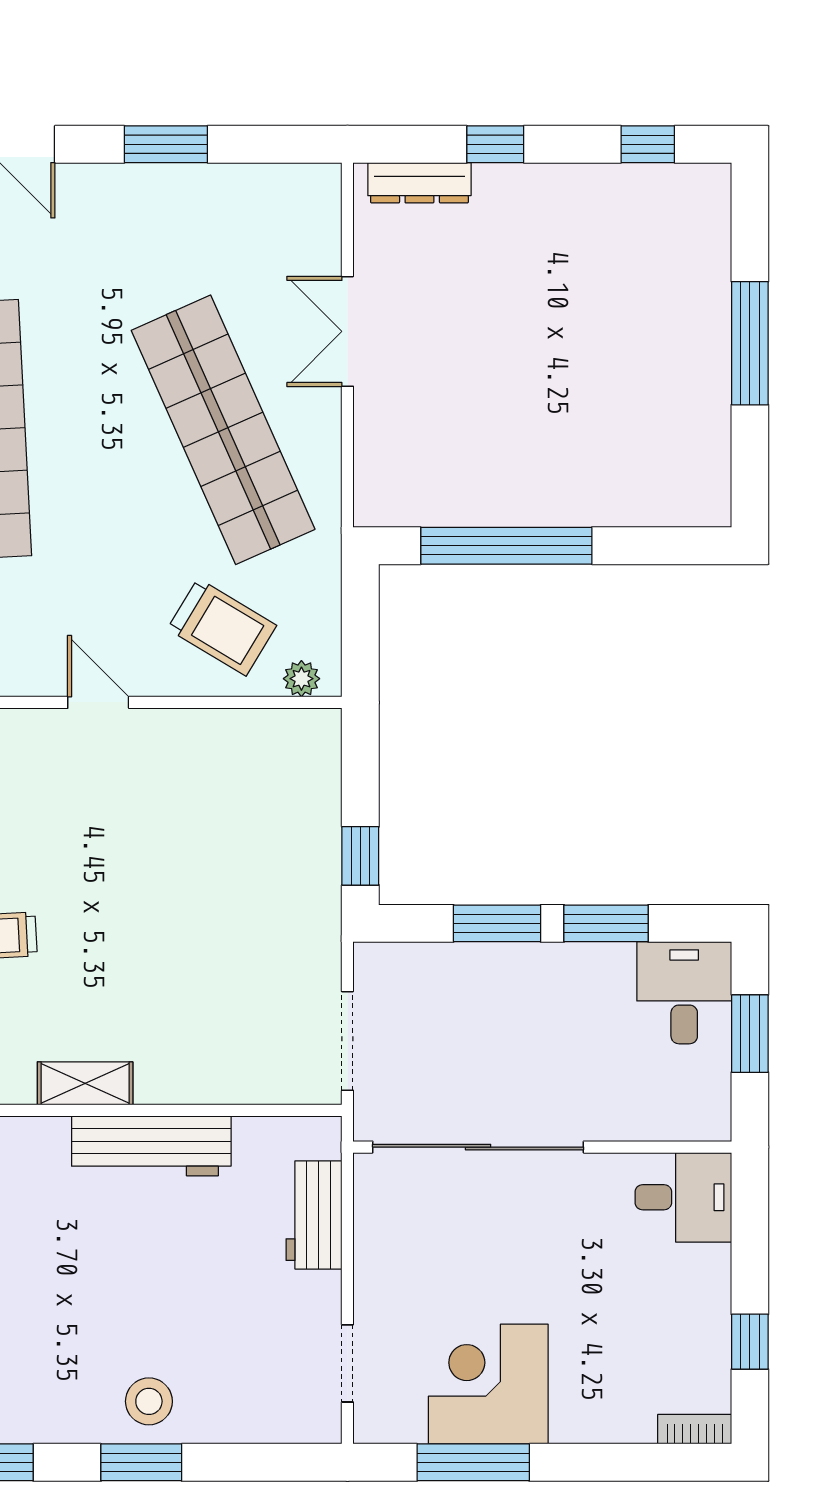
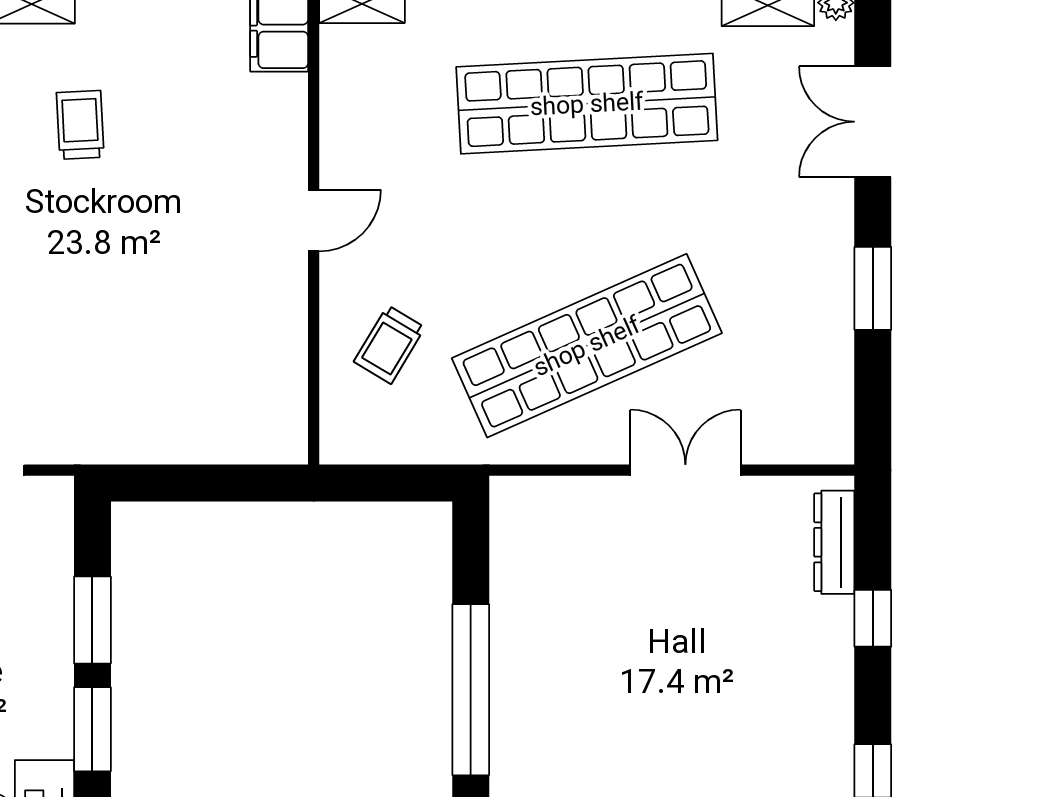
window: (506, 546) -> (471, 690), moved
trolley: (222, 627) -> (389, 345), width x0.73, depth x0.72
plant: (301, 679) -> (338, 424), removed
window: (360, 856) -> (160, 483), removed

